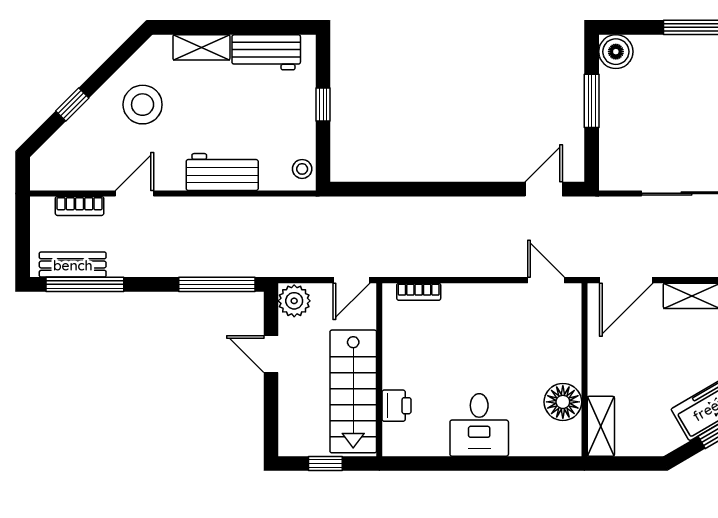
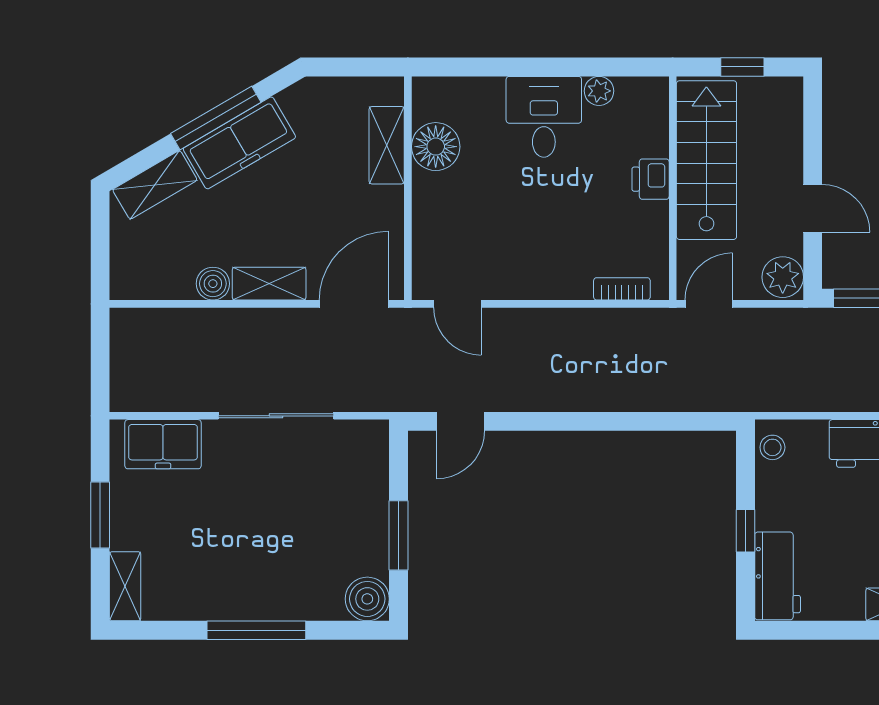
workbench: (266, 52) -> (778, 576), moved, turned 90
printer: (397, 406) -> (651, 179), moved
shelving: (601, 426) -> (387, 145), moved
plant: (436, 445) -> (599, 91), added

